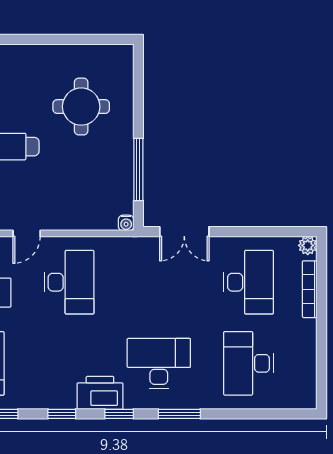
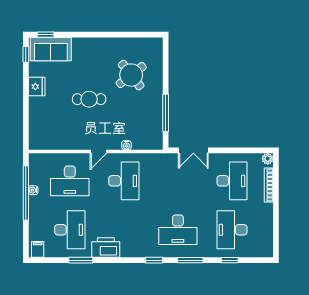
round table: (81, 107) -> (131, 75), turned -38
water cooler: (126, 223) -> (126, 145), moved
desk: (159, 363) -> (178, 230), turned 180
printer: (100, 393) -> (106, 248), moved
window: (62, 414) -> (230, 260), moved

